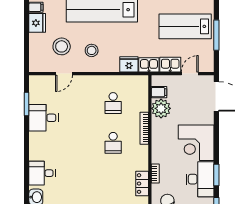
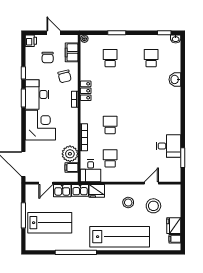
desk: (42, 173) -> (91, 171), moved, turned 90

